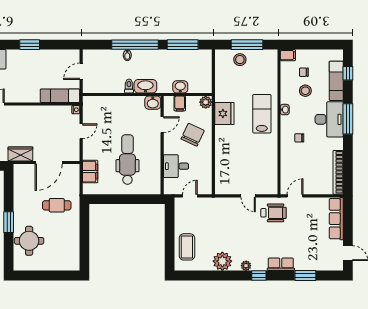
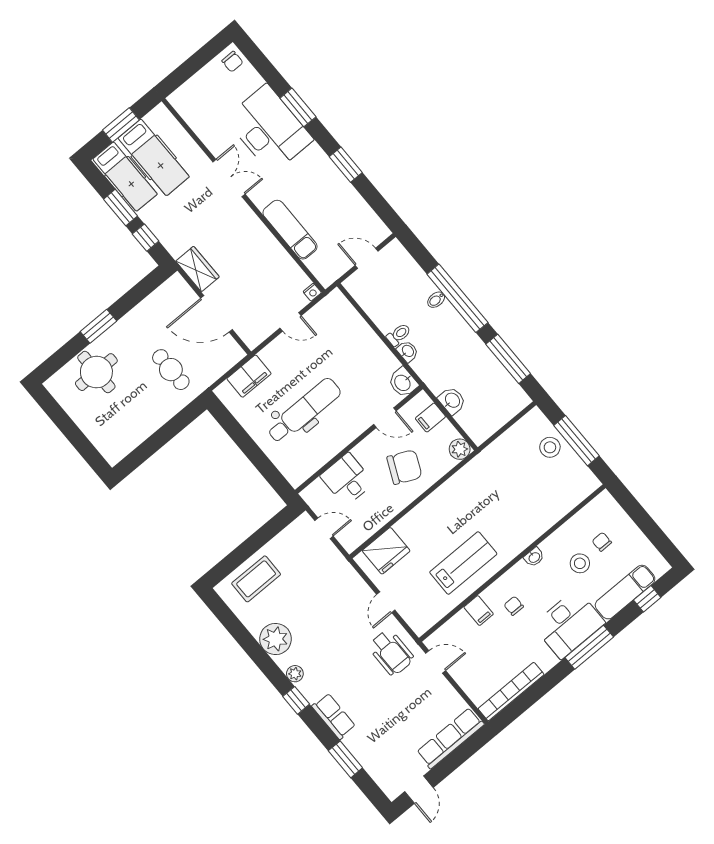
filing cabinet: (288, 55) -> (479, 611), moved
washbasin: (145, 86) -> (408, 351), width x0.52, depth x0.69
exam couch: (60, 96) -> (290, 230), moved
fridge: (224, 114) -> (386, 551), moved
lab bench: (262, 114) -> (463, 563), moved

